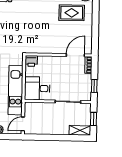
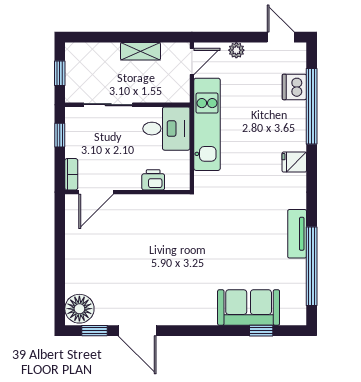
rug: (72, 13) -> (105, 271), removed
printer: (31, 61) -> (153, 180), moved
shelving: (80, 130) -> (140, 51), moved

